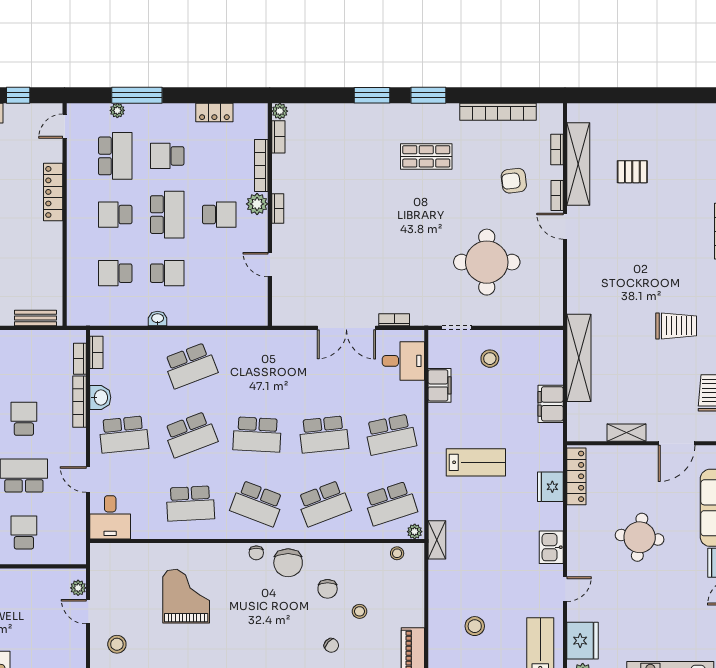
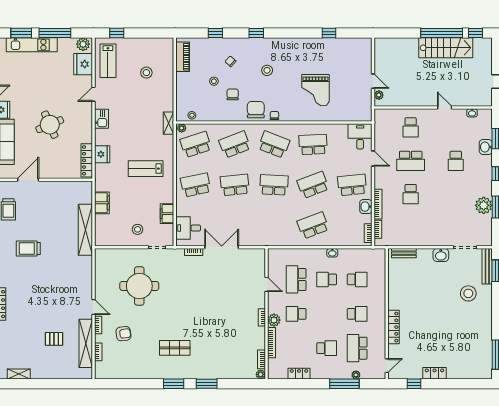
bookcase: (498, 112) -> (133, 374), removed
school desk: (167, 215) -> (296, 279), moved
shelving: (626, 433) -> (19, 374), moved
round table: (640, 537) -> (50, 125), turned -30
stool: (117, 644) -> (267, 70), moved

